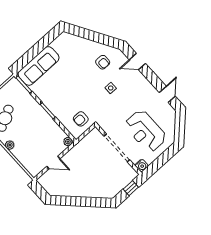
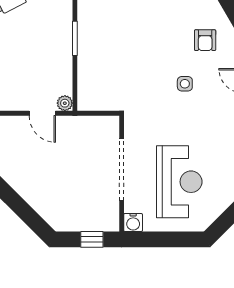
armchair: (81, 119) -> (109, 89), removed
reception desk: (145, 131) -> (179, 182), turned 180
door: (53, 162) -> (42, 113), moved

